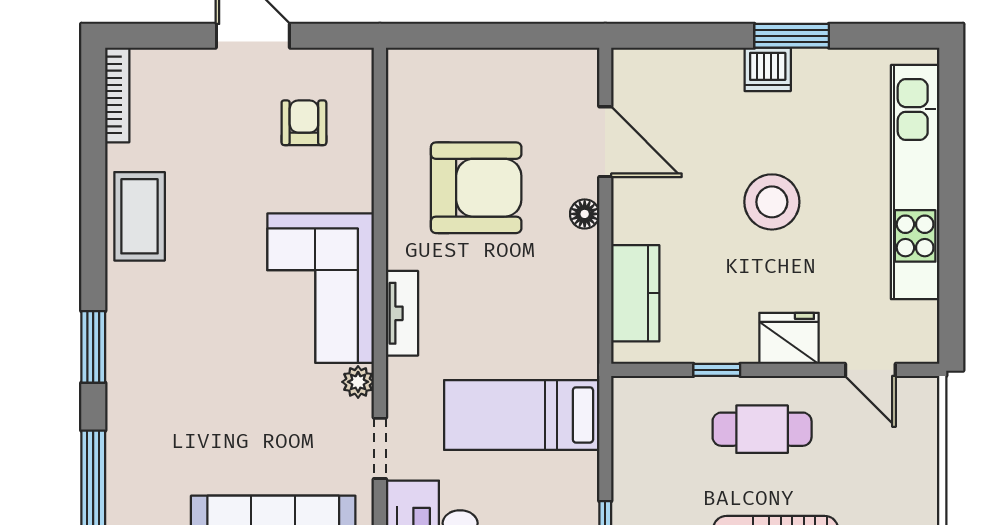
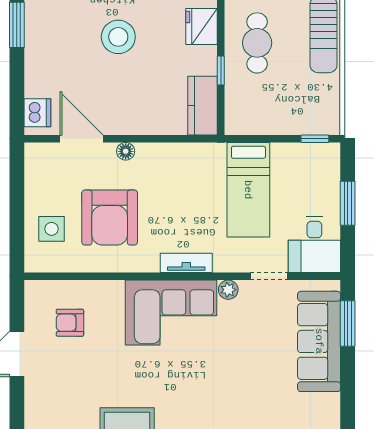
dishwasher: (768, 69) -> (37, 113), moved
side table: (458, 93) -> (52, 229), added
door: (605, 142) -> (82, 139), hinge flipped
armchair: (476, 188) -> (110, 218), turned 180
kitchen counter: (635, 293) -> (203, 106), moved, turned -90

